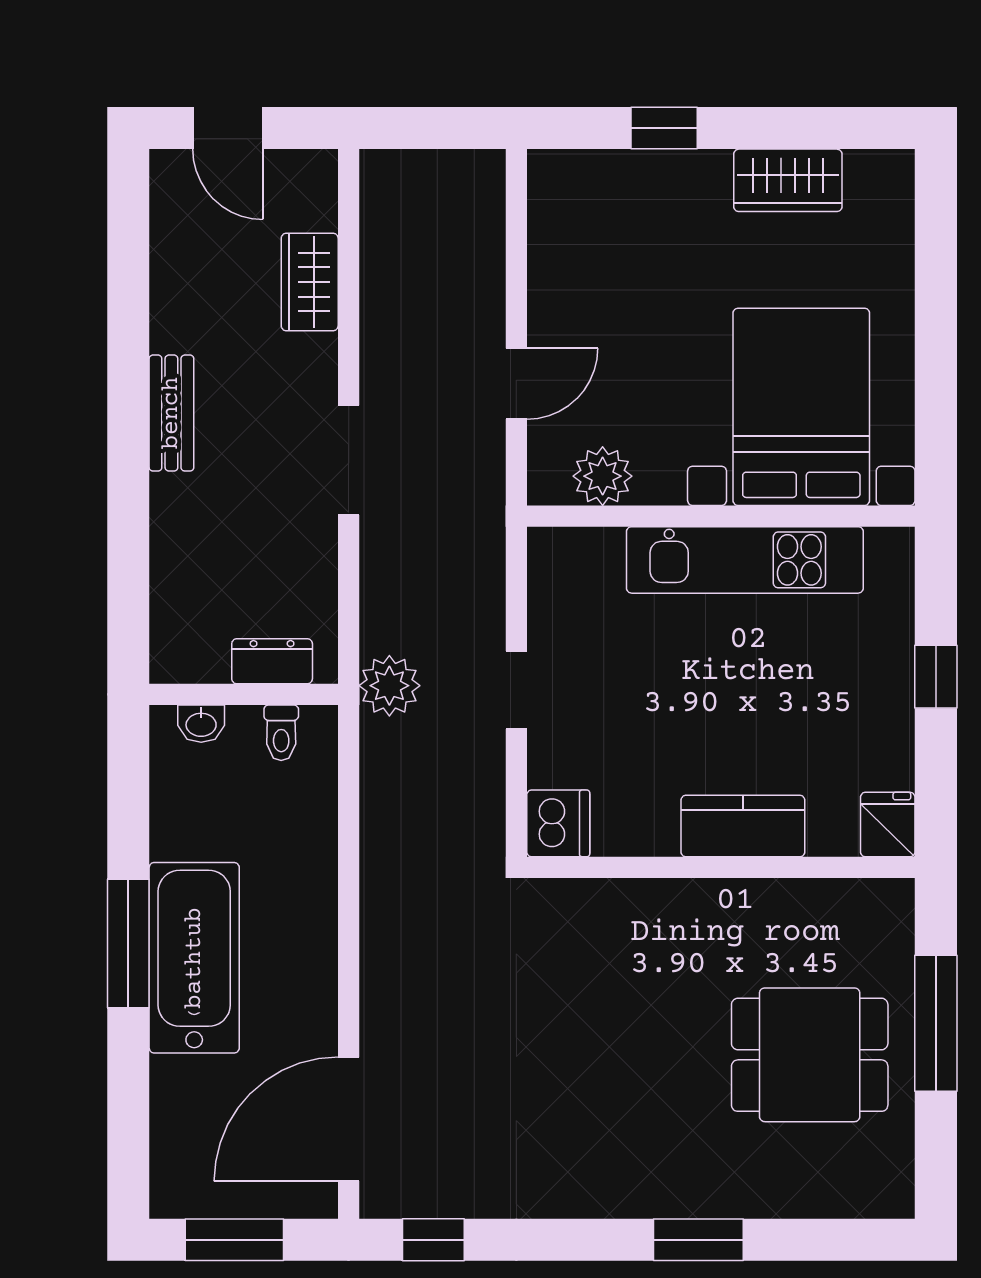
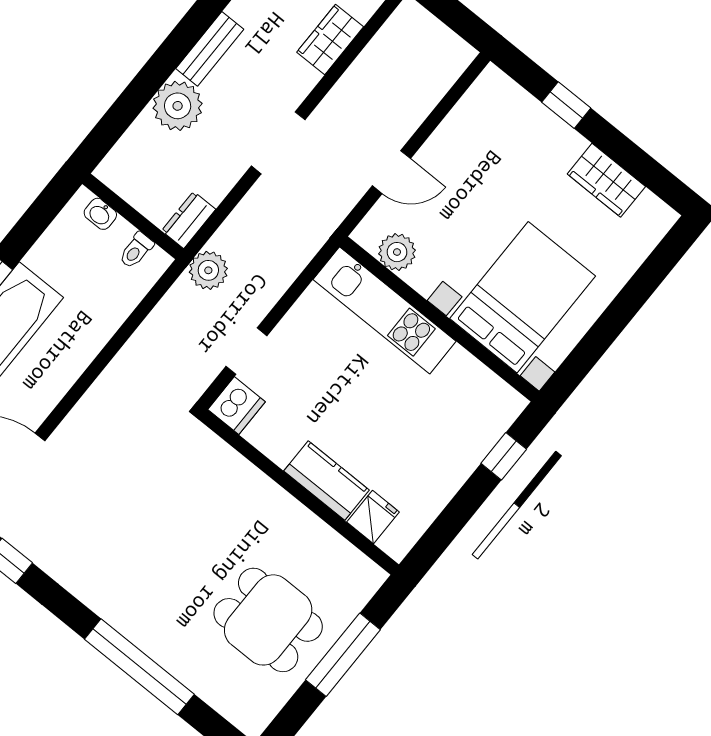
plant: (189, 515) -> (178, 106), added
kitchen unit: (745, 560) -> (385, 310), moved
dresser: (272, 661) -> (189, 220), moved, turned -90
window: (936, 677) -> (504, 456), moved
doorway: (516, 690) -> (246, 351), moved
fridge: (888, 825) -> (373, 517), moved
window: (698, 1240) -> (139, 667), width x2.11

